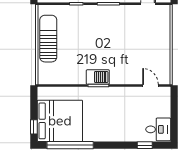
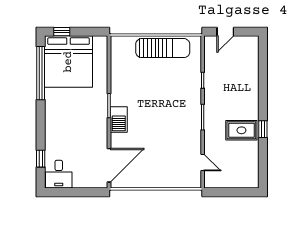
barbecue: (98, 77) -> (119, 120), moved
door: (151, 86) -> (109, 165), width x1.87

